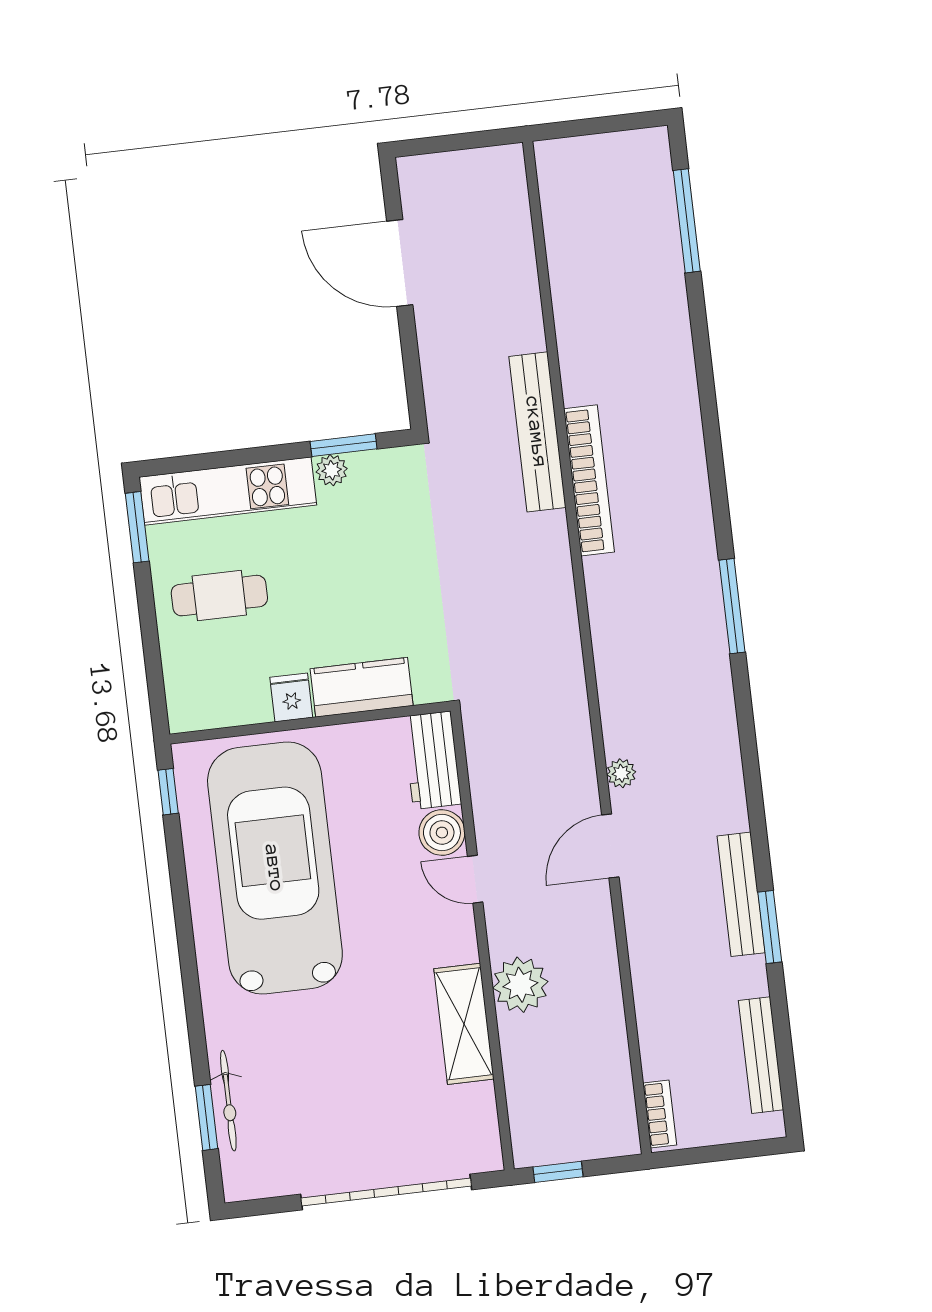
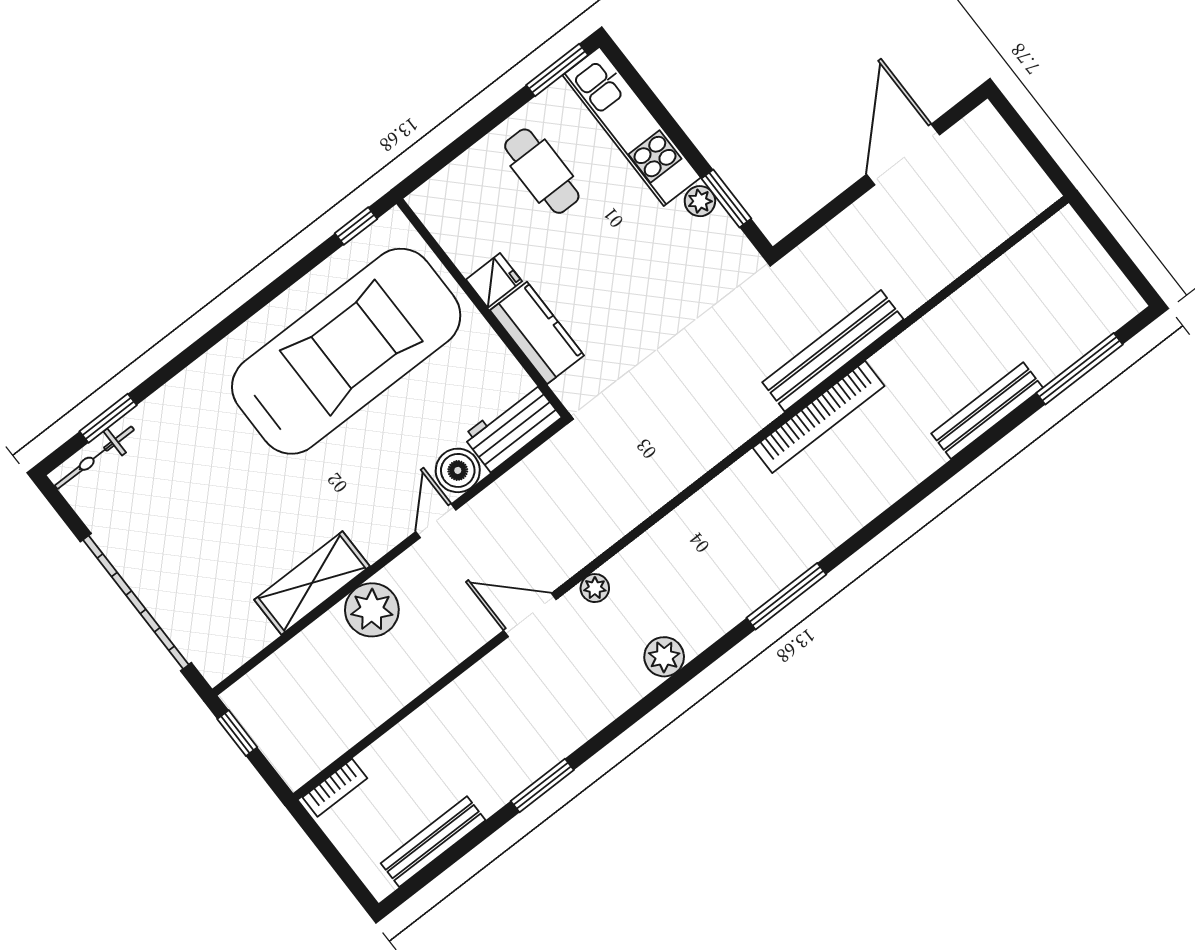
plant: (720, 748) -> (664, 657), added
bench: (741, 894) -> (987, 411), moved
bicycle: (228, 1101) -> (94, 458), moved

